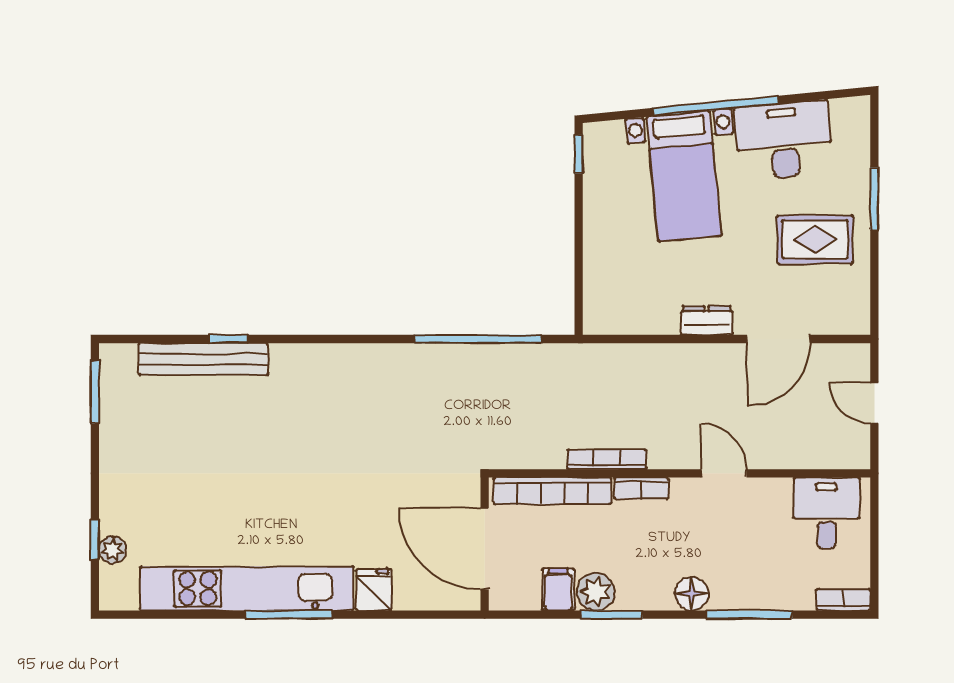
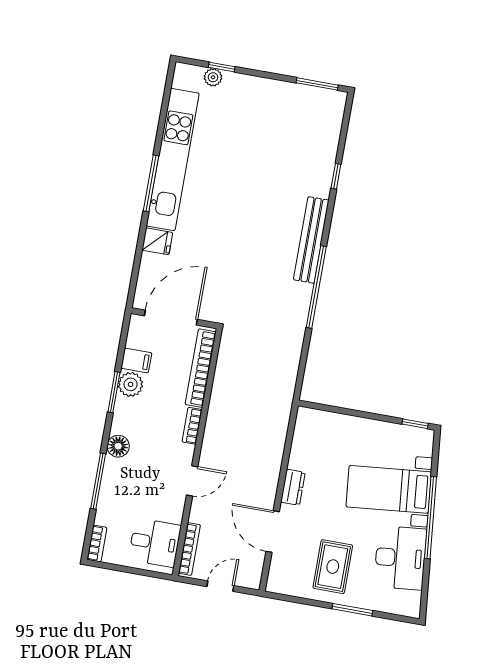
window: (478, 339) -> (316, 287), moved
bench: (203, 359) -> (311, 240), moved
bookcase: (607, 459) -> (189, 549), moved

